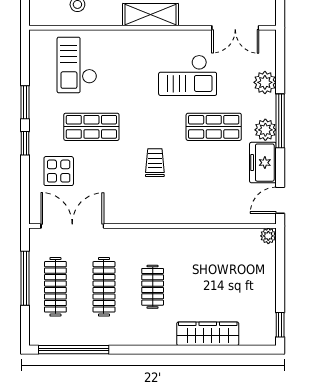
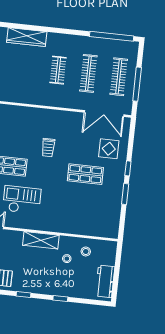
checkout: (77, 65) -> (90, 214), removed

